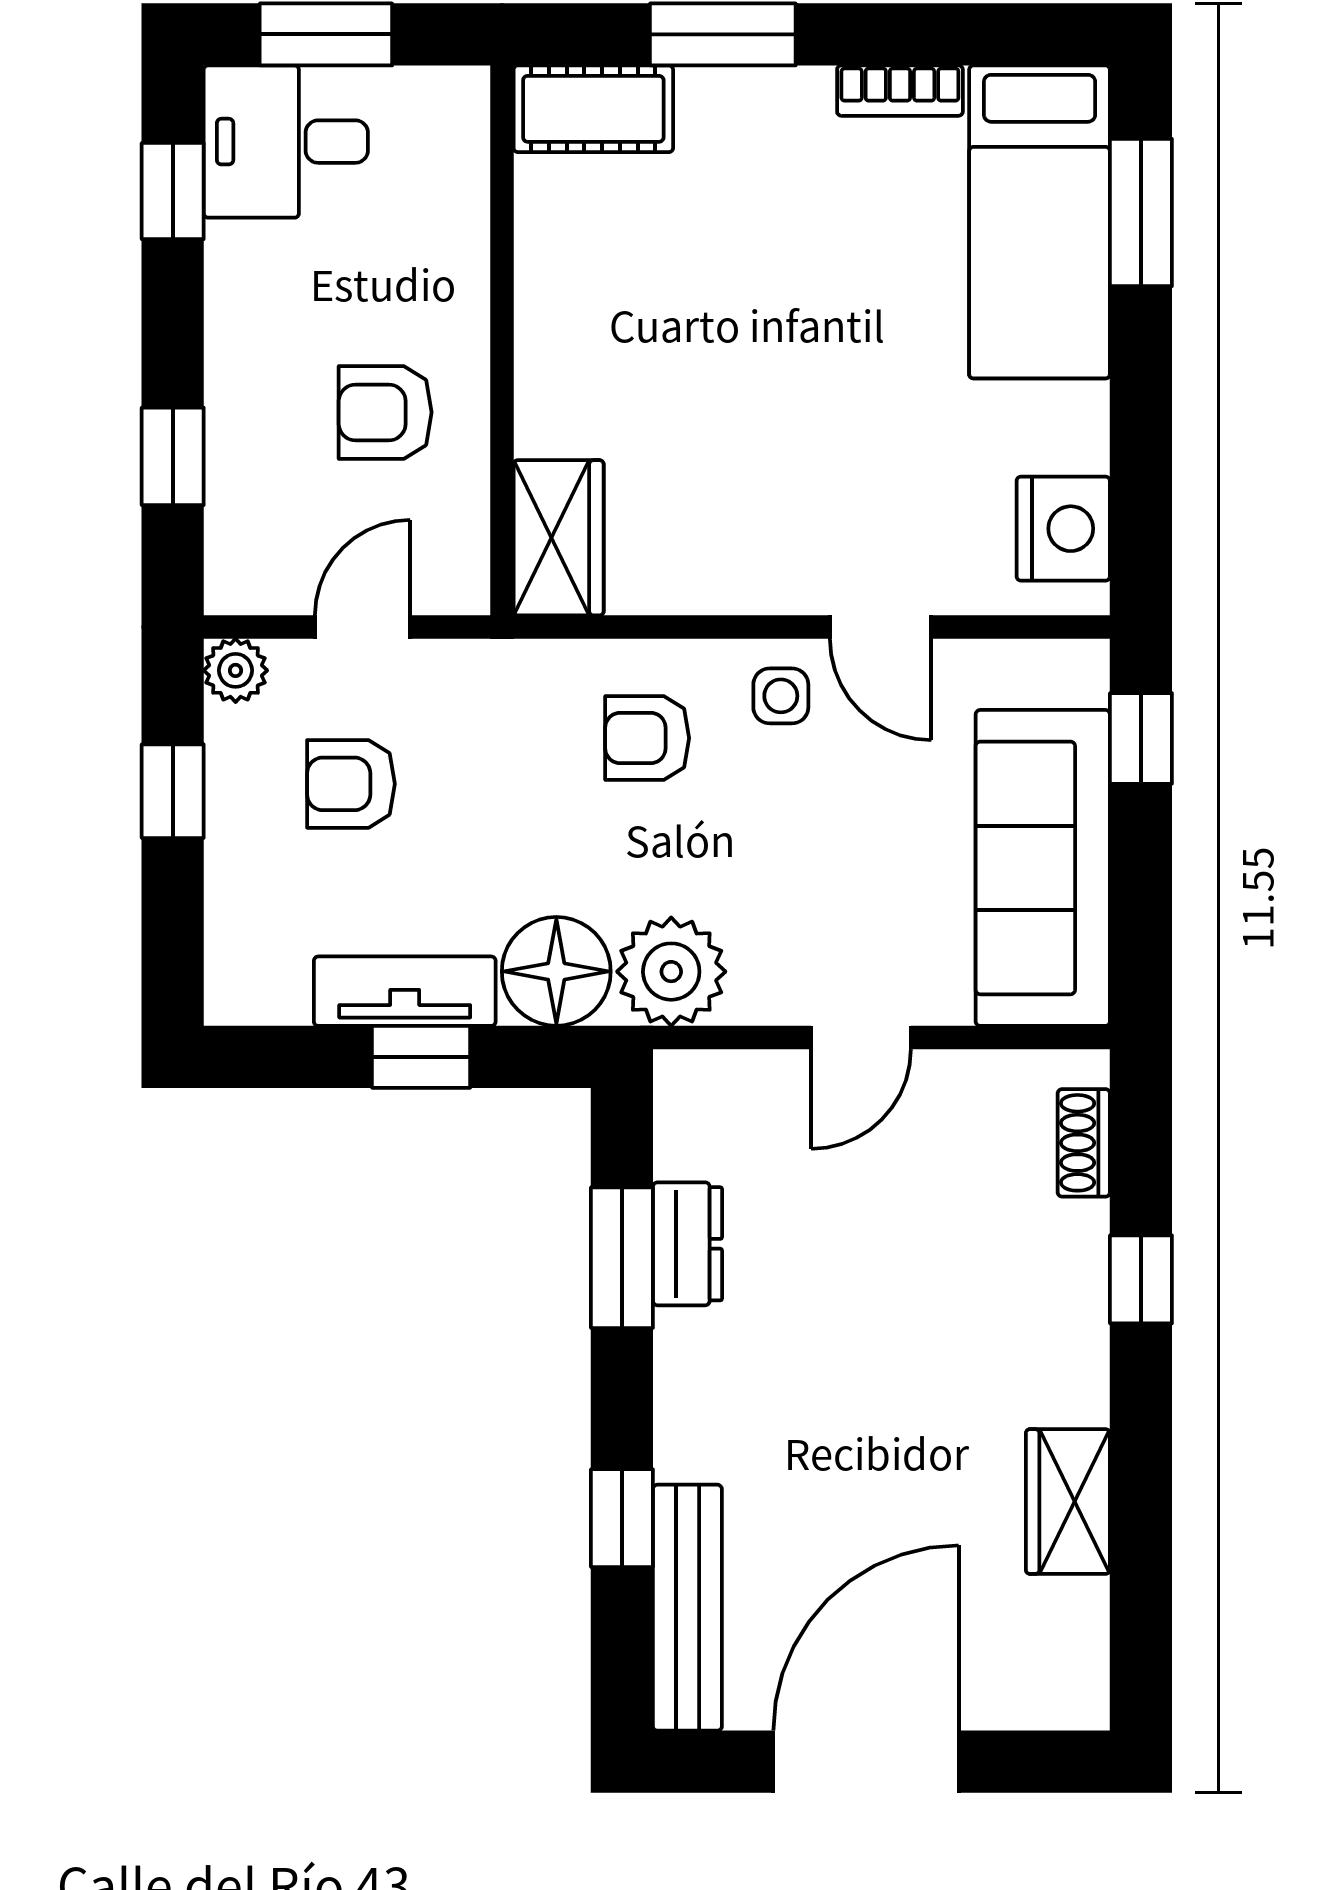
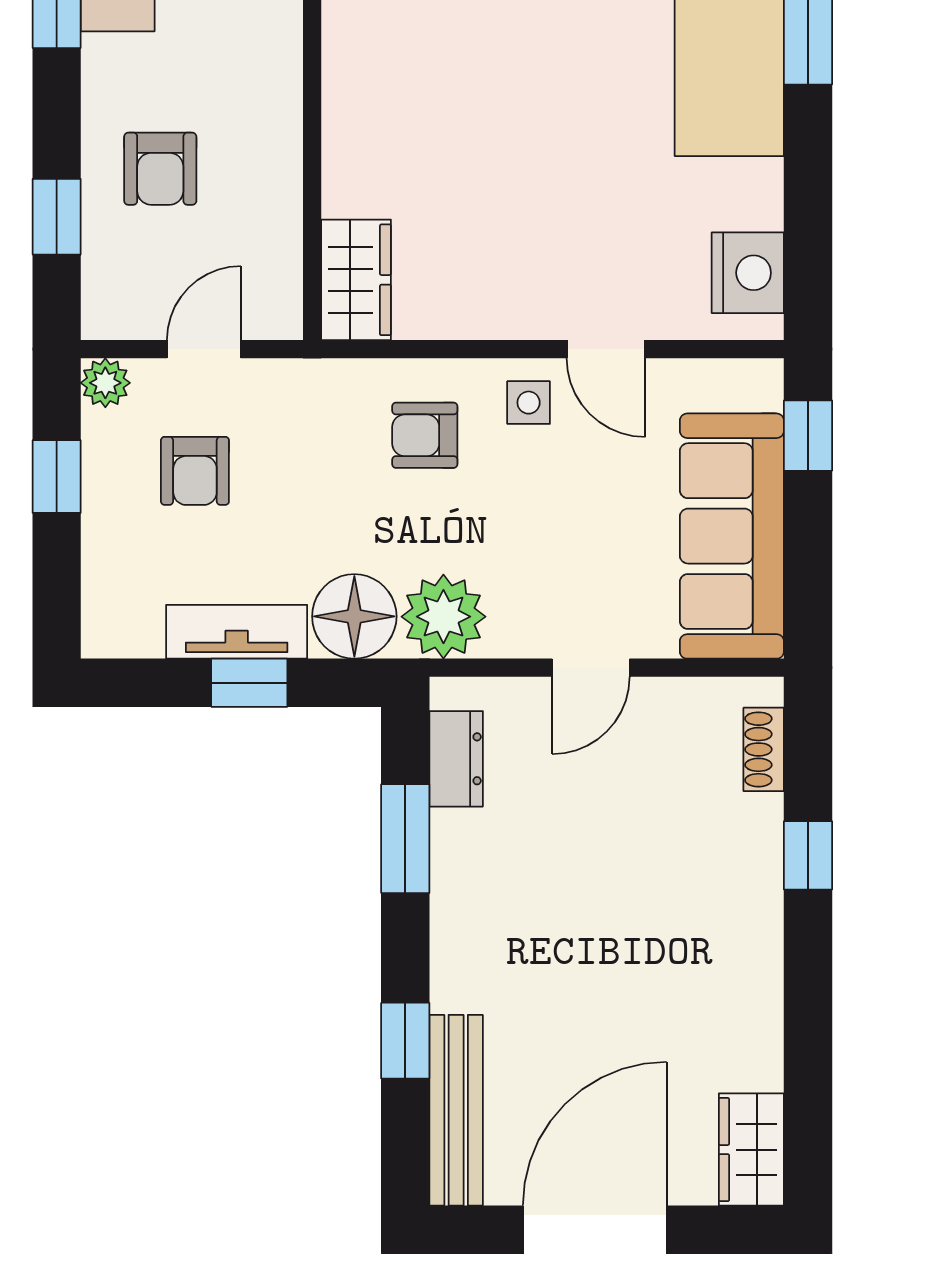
armchair: (385, 412) -> (160, 169), moved, turned -90
armchair: (351, 784) -> (195, 471), turned -90
dresser: (688, 1244) -> (456, 759), moved
wardrobe: (1068, 1502) -> (751, 1150), moved

